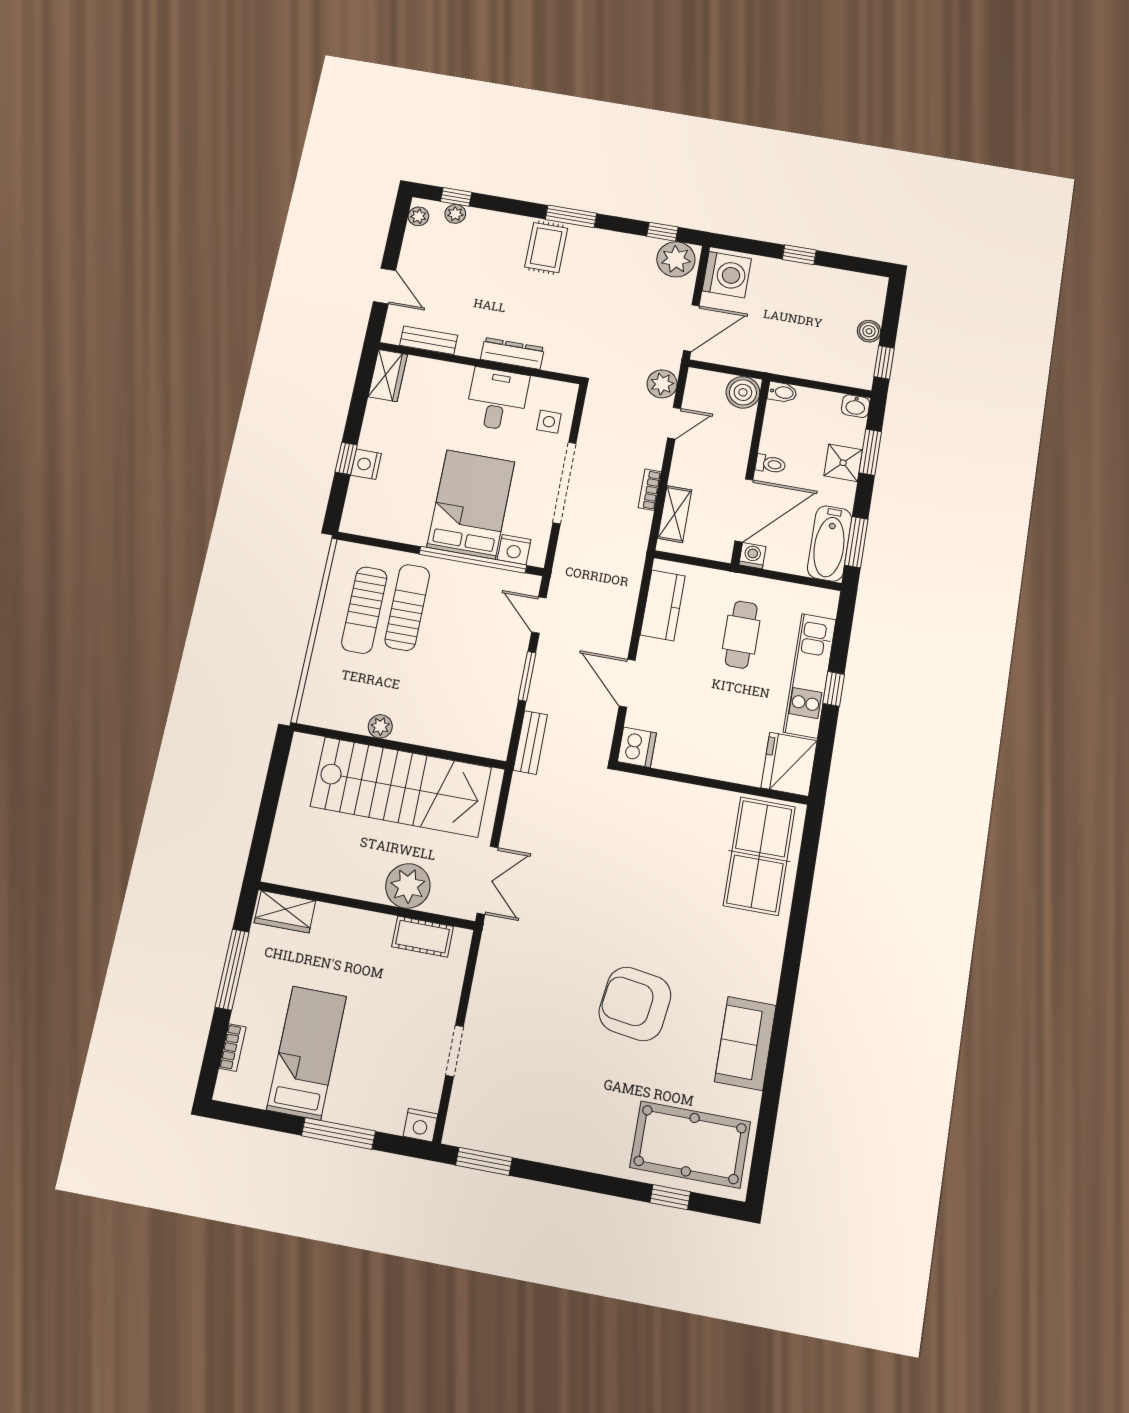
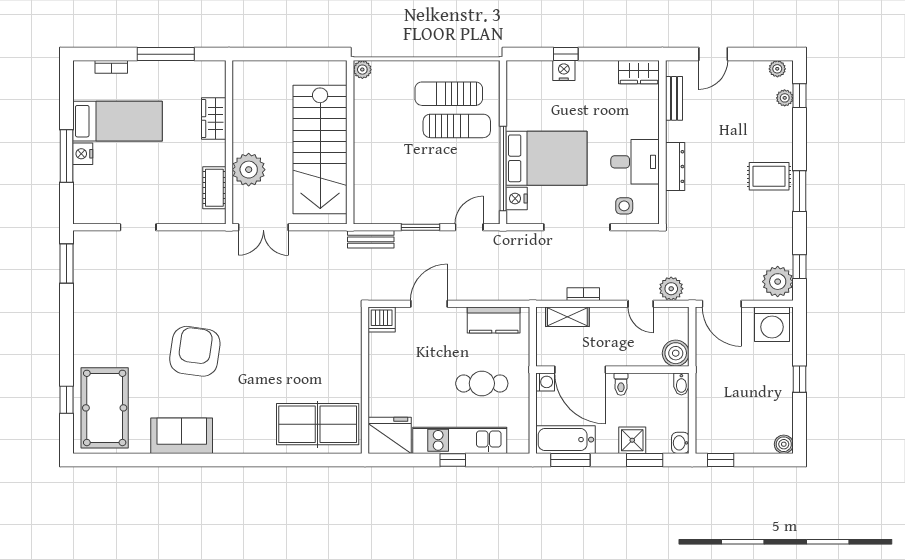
boiler: (869, 331) -> (784, 444), moved
plant: (380, 726) -> (362, 70), moved
wardrobe: (285, 912) -> (214, 119), moved
nightstand: (420, 1125) -> (83, 154), moved

